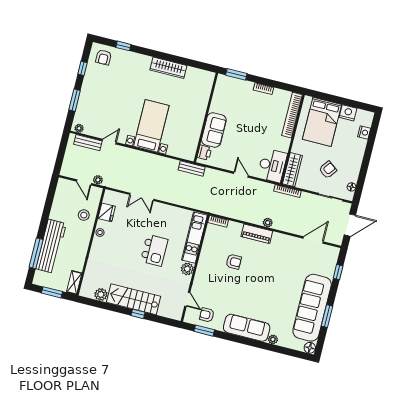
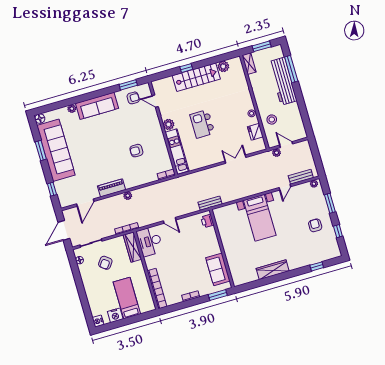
armchair: (104, 57) -> (315, 225), moved
bed: (322, 122) -> (127, 298), width x0.67
sofa: (214, 130) -> (218, 269), moved
nightstand: (364, 132) -> (98, 321), moved
piano: (257, 234) -> (111, 188), moved

